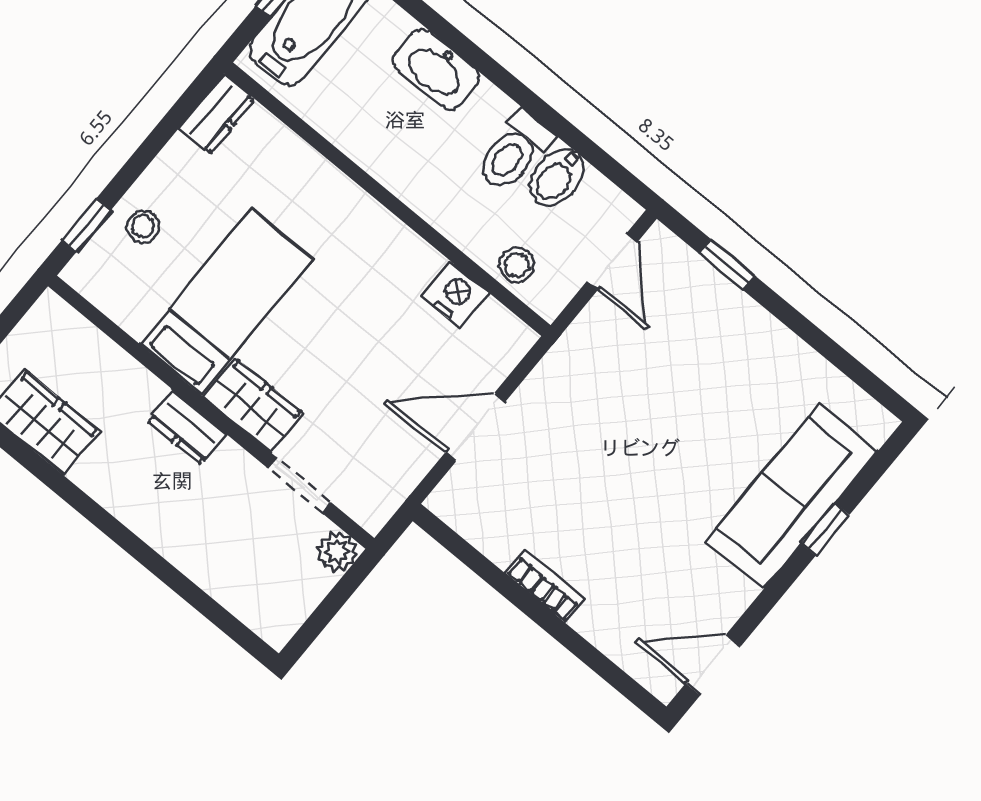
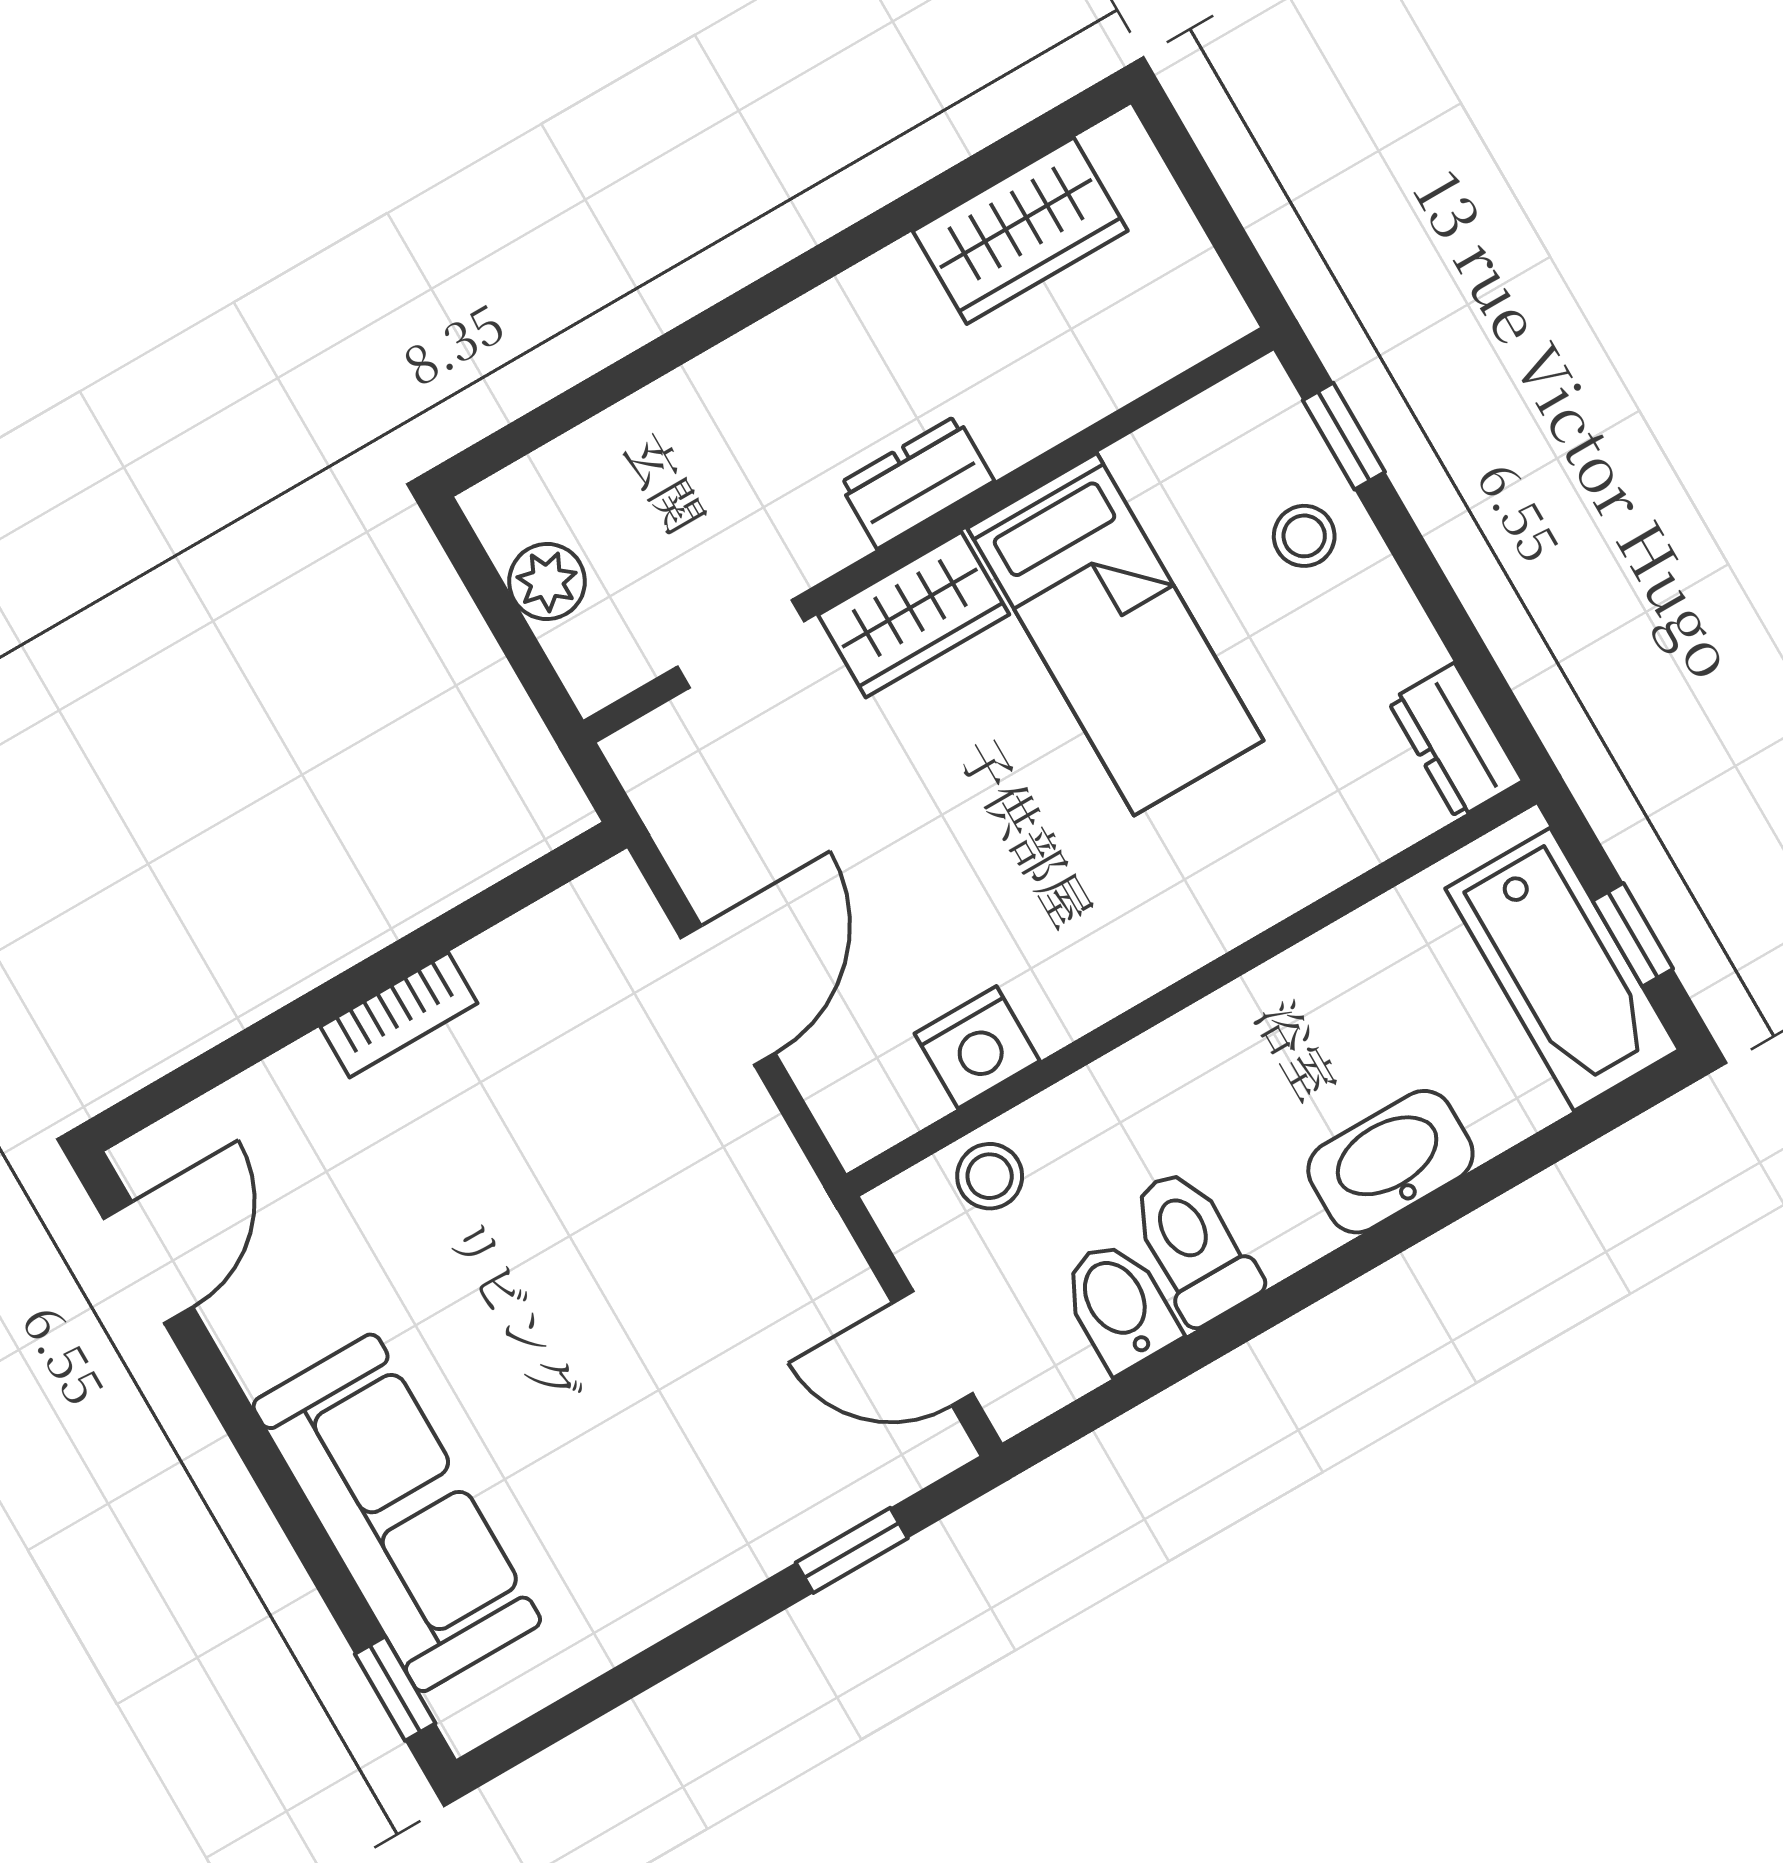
window: (825, 529) -> (395, 1689), moved
plant: (337, 552) -> (547, 582), moved

